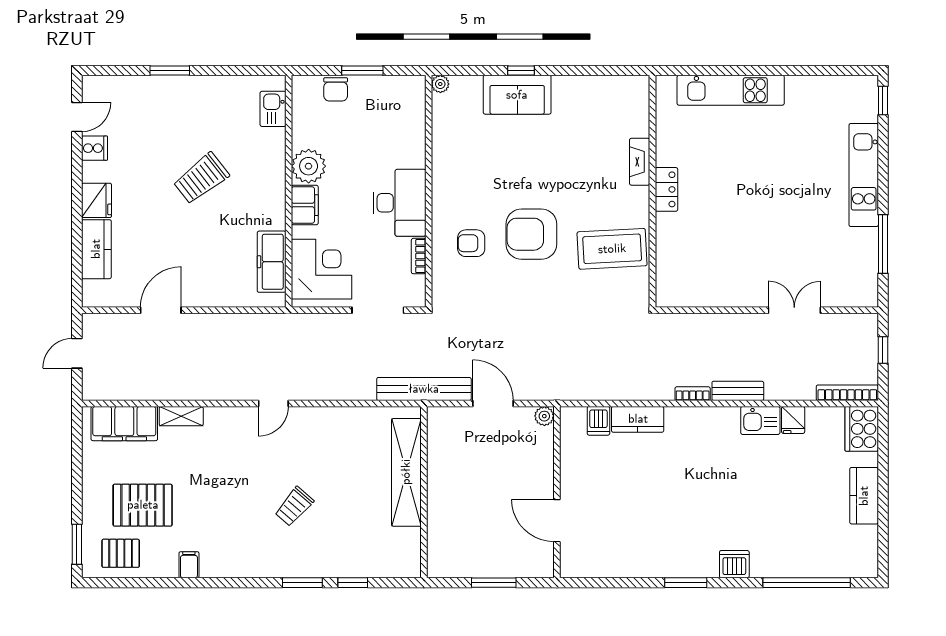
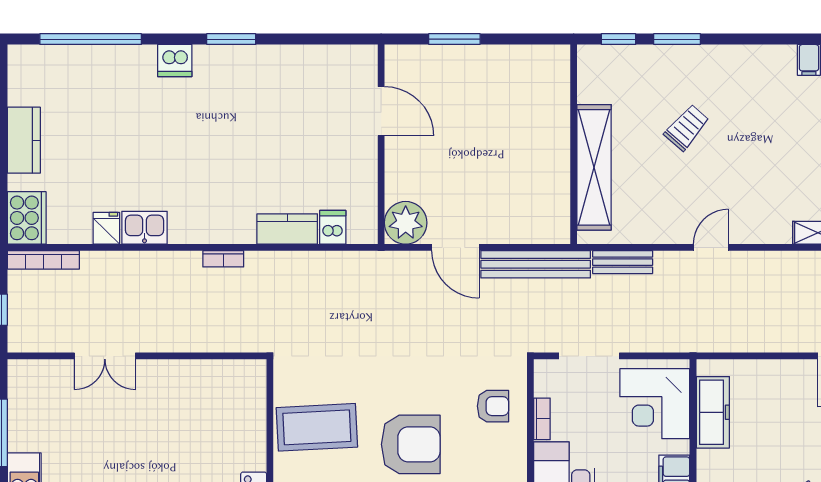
armchair: (471, 243) -> (493, 406), moved
bench: (738, 391) -> (623, 262), moved
plant: (544, 416) -> (406, 223), width x1.88, depth x1.88
shelving: (406, 472) -> (594, 167), moved
wall: (424, 492) -> (574, 144), moved

